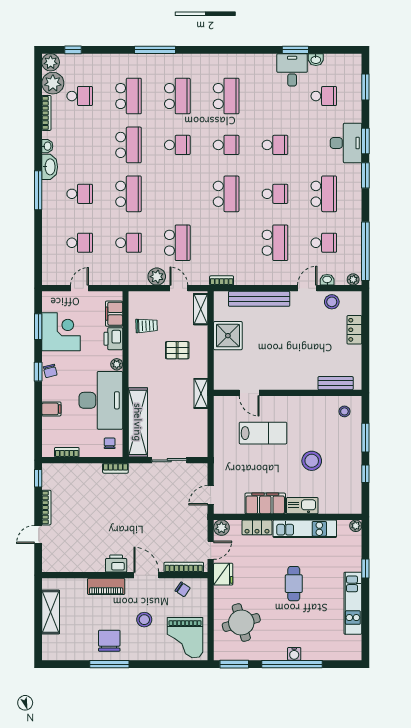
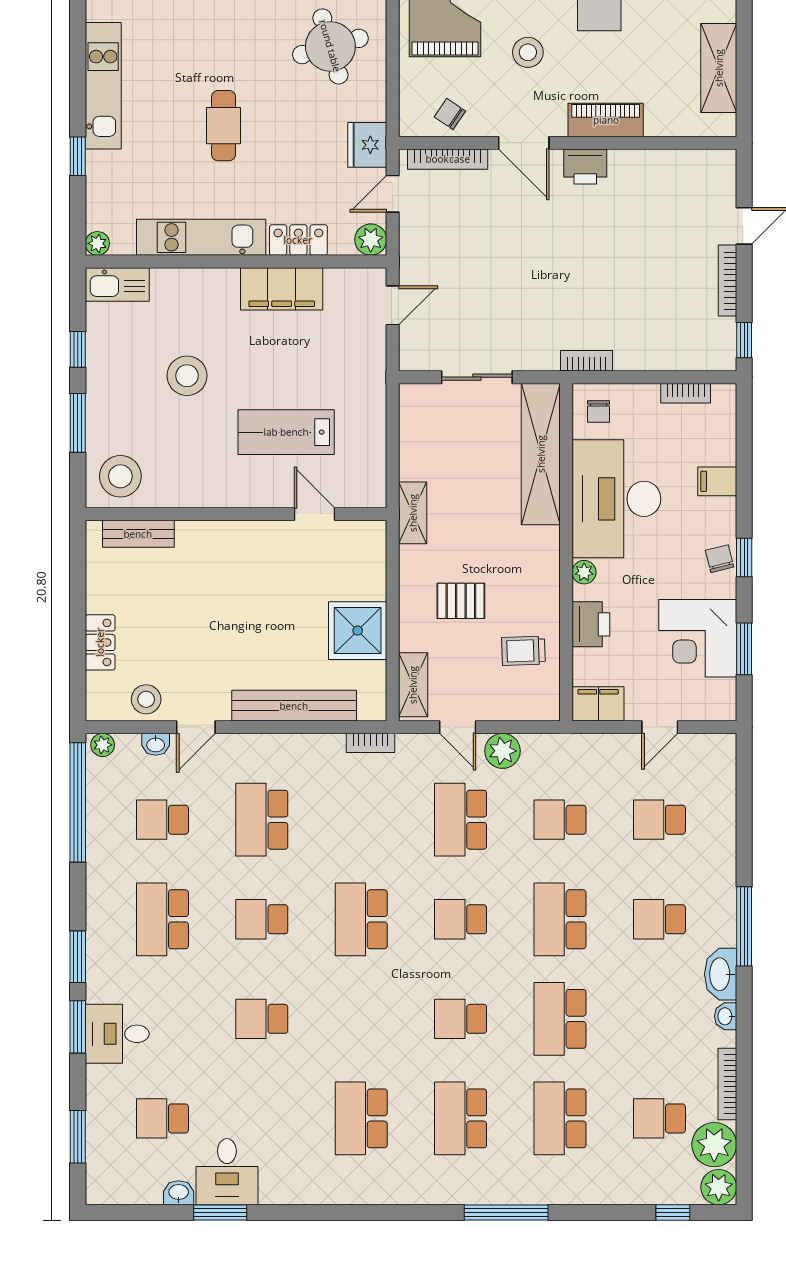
desk: (346, 143) -> (117, 1034), width x0.73
school desk: (226, 145) -> (461, 919), moved
filing cabinet: (114, 314) -> (598, 704), moved, turned -90
stool: (344, 411) -> (120, 476), width x1.89, depth x1.89
kitchen sink: (302, 506) -> (117, 284), moved

